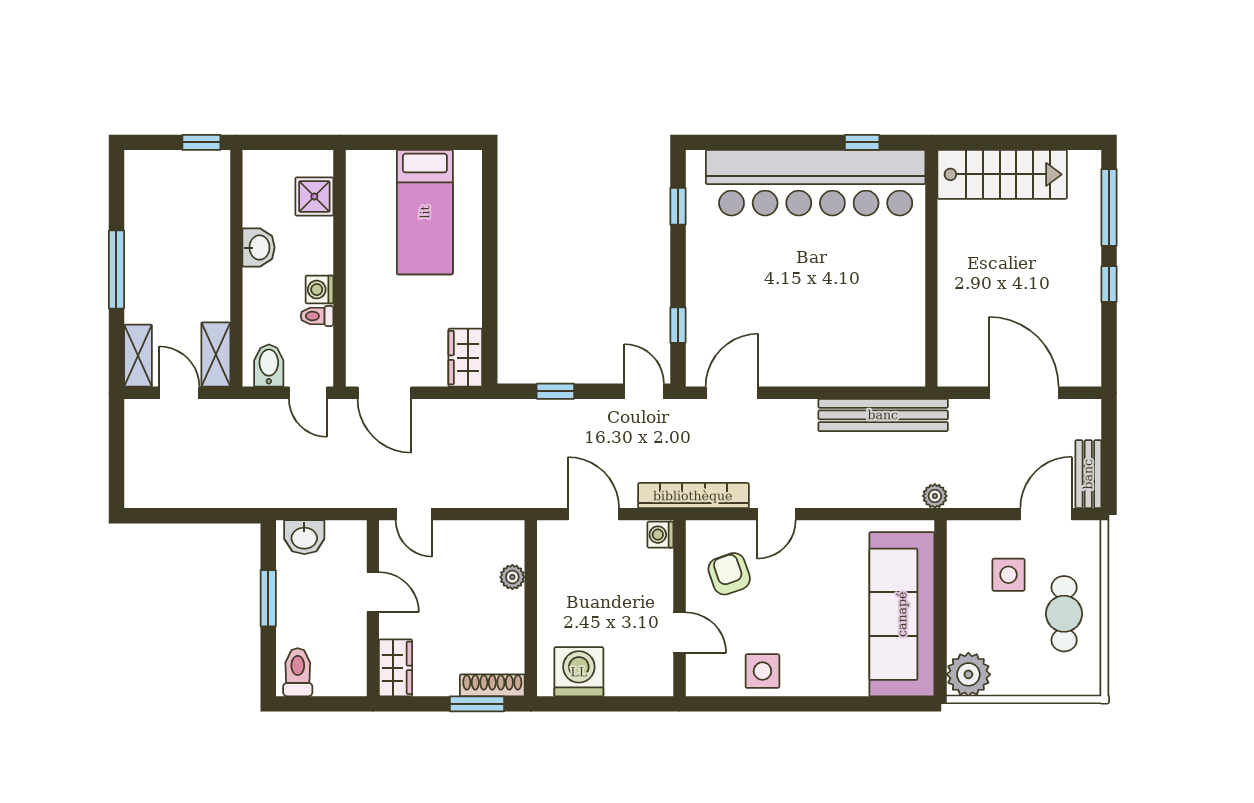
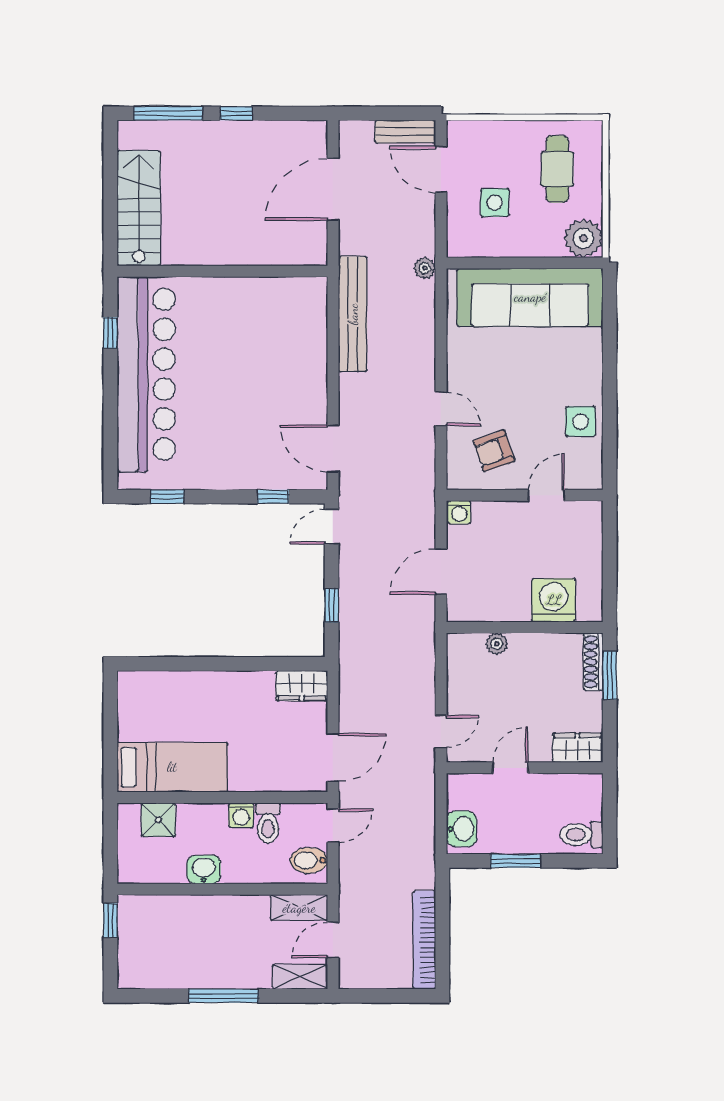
bed: (425, 212) -> (172, 767), moved
toilet: (317, 316) -> (268, 823), width x1.37, depth x1.39
bookcase: (693, 496) -> (424, 940), moved
cafe table: (1064, 614) -> (557, 169), moved, turned 90
washing machine: (579, 672) -> (554, 600), moved, turned 90

